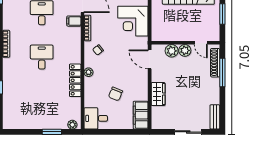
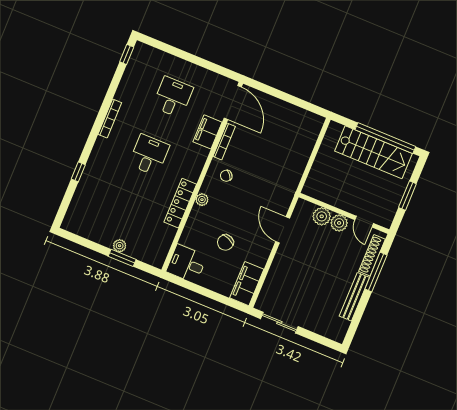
filing cabinet: (74, 21) -> (207, 132), width x2.00
corner desk: (133, 21) -> (287, 157), removed
door: (150, 59) -> (283, 230), moved
wardrobe: (158, 94) -> (281, 265), removed
bench: (215, 117) -> (354, 297), moved, width x1.36
plant: (72, 125) -> (120, 246), moved
sliding door: (188, 132) -> (279, 323), moved

